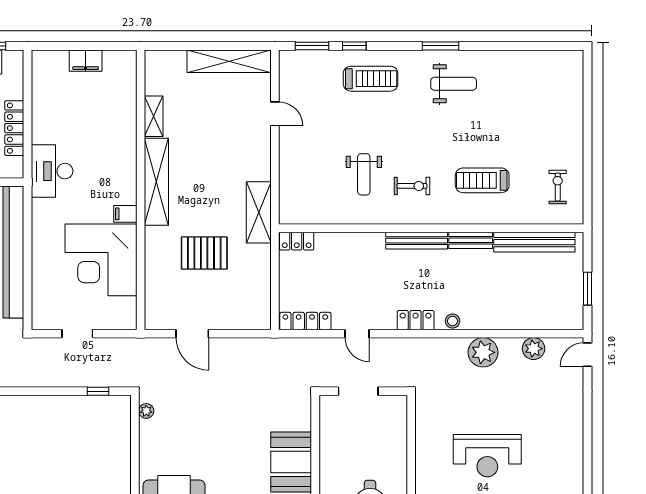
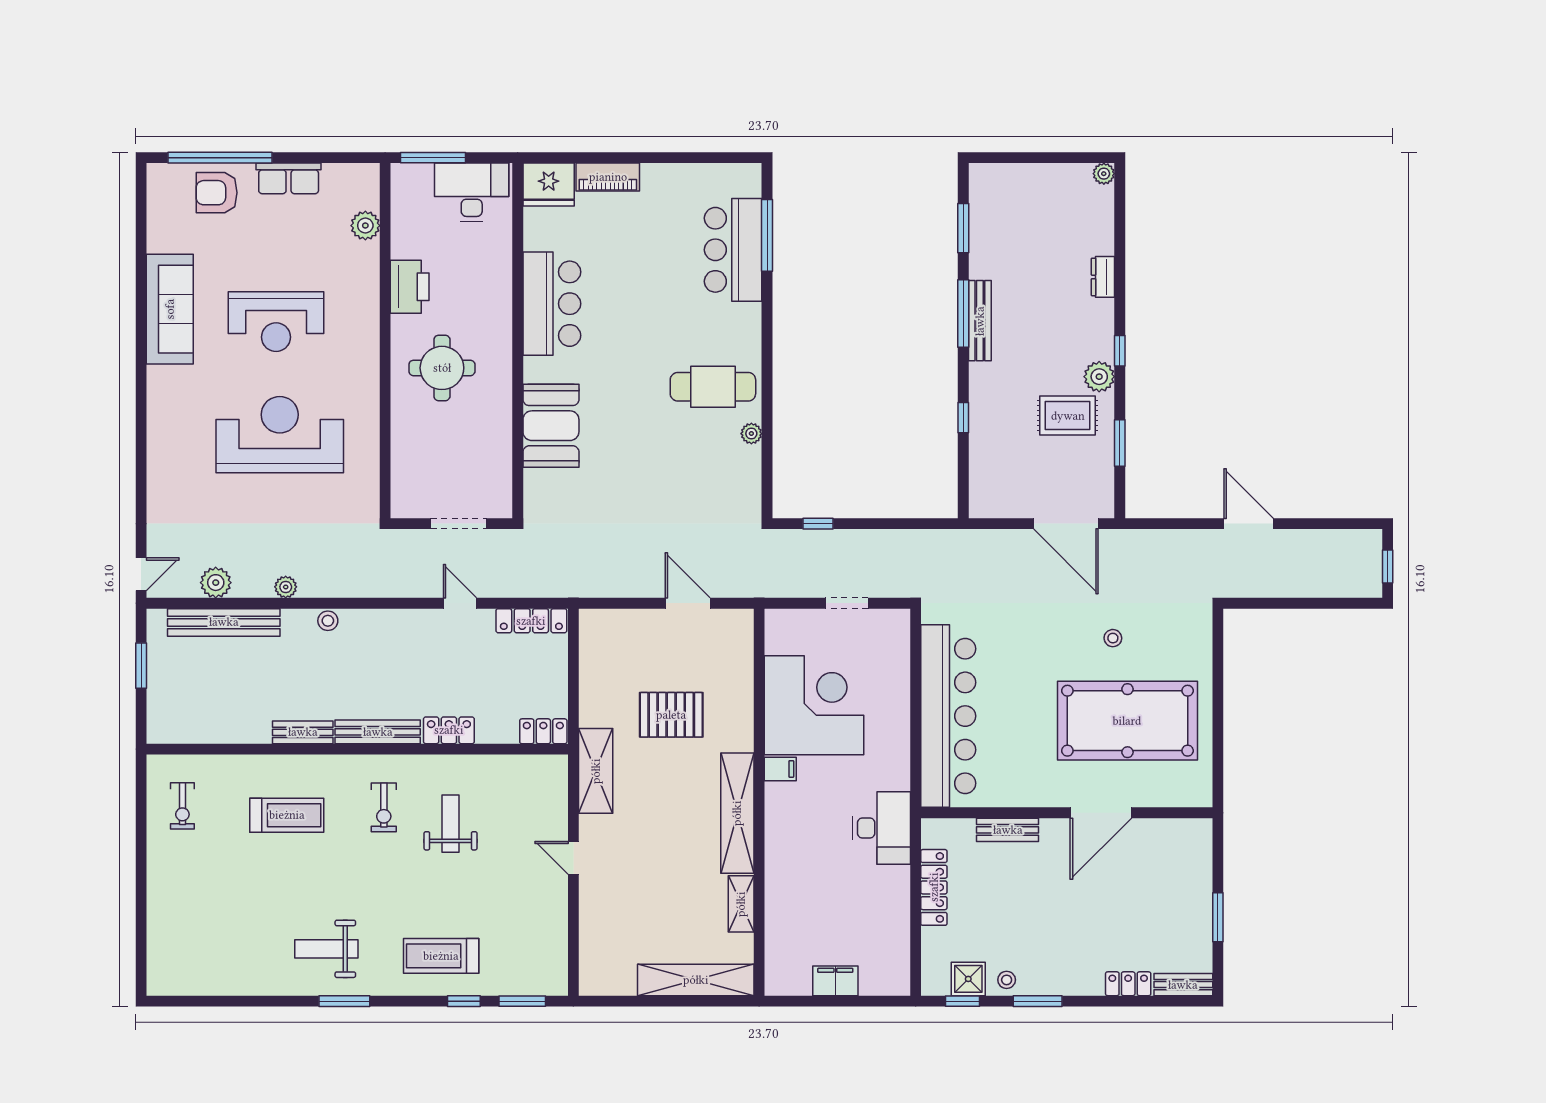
shelving: (229, 61) -> (696, 980), moved
door: (275, 114) -> (573, 858), moved
exercise bike: (412, 186) -> (384, 807), turned -90
bench: (534, 242) -> (224, 622), moved
locker: (416, 320) -> (449, 730), moved, turned 180
plant: (483, 352) -> (286, 587), width x0.53, depth x0.53
plant: (146, 411) -> (751, 434), moved
reception desk: (487, 456) -> (280, 435), width x1.36, depth x1.30

